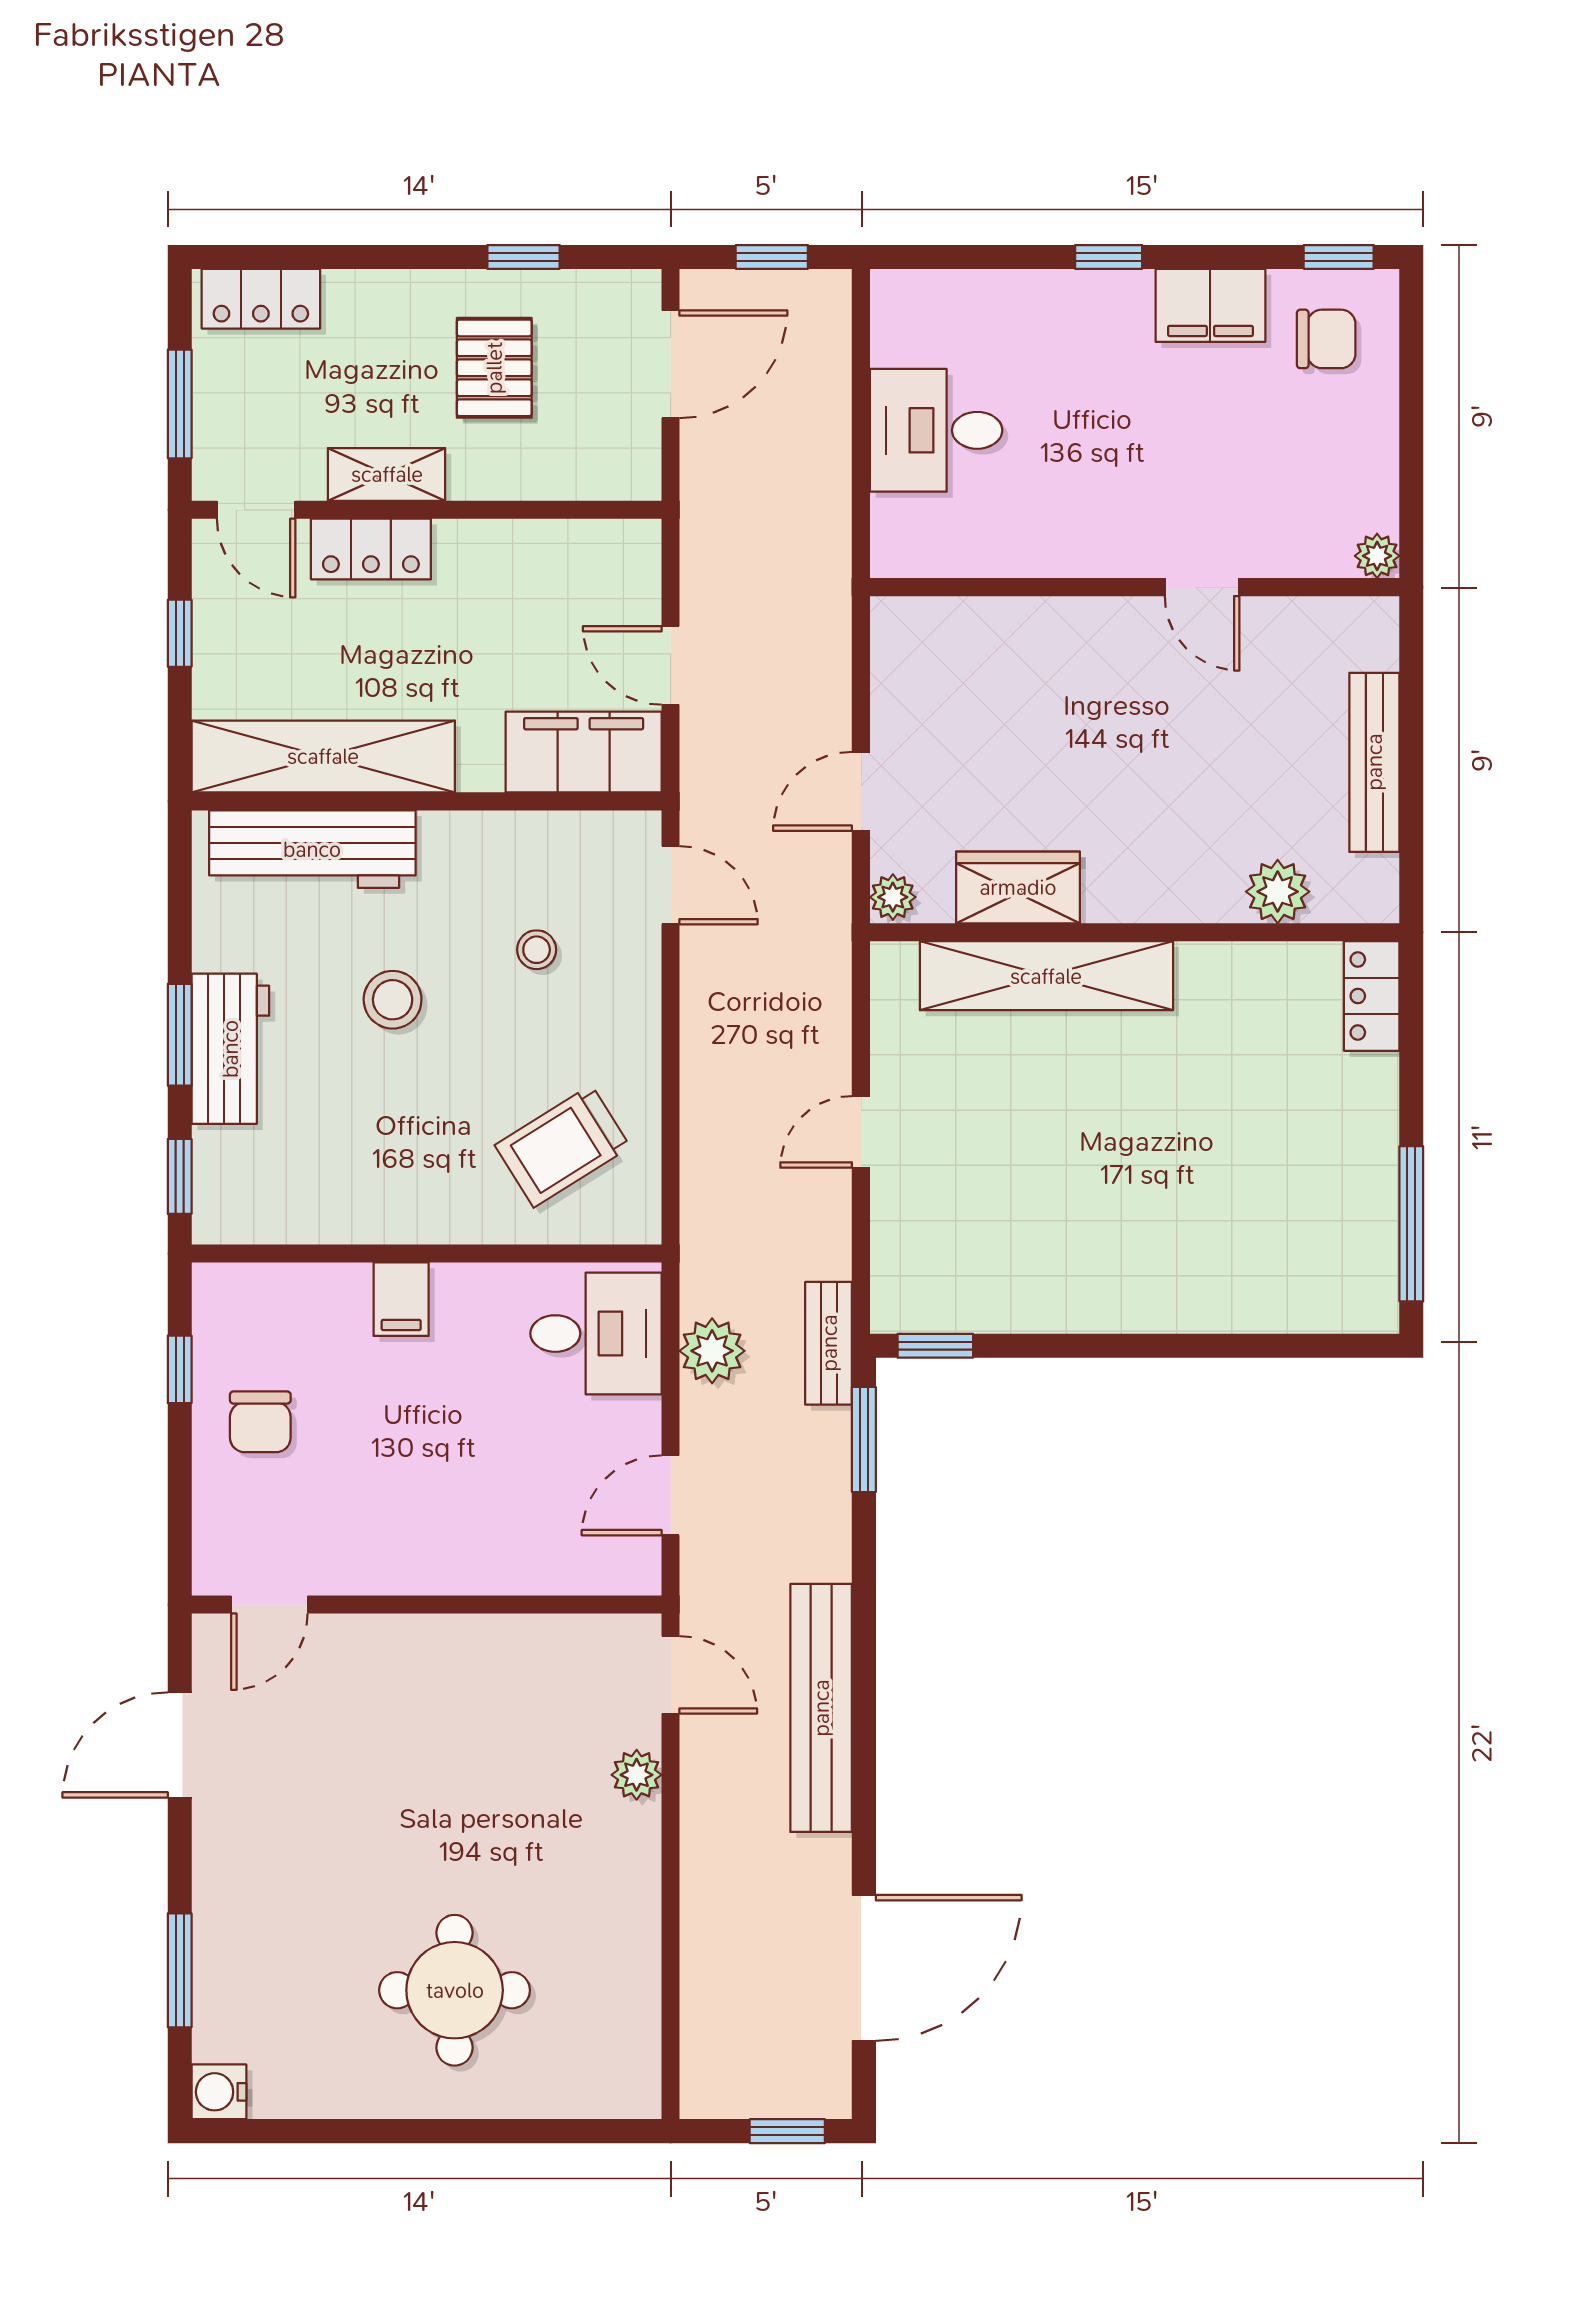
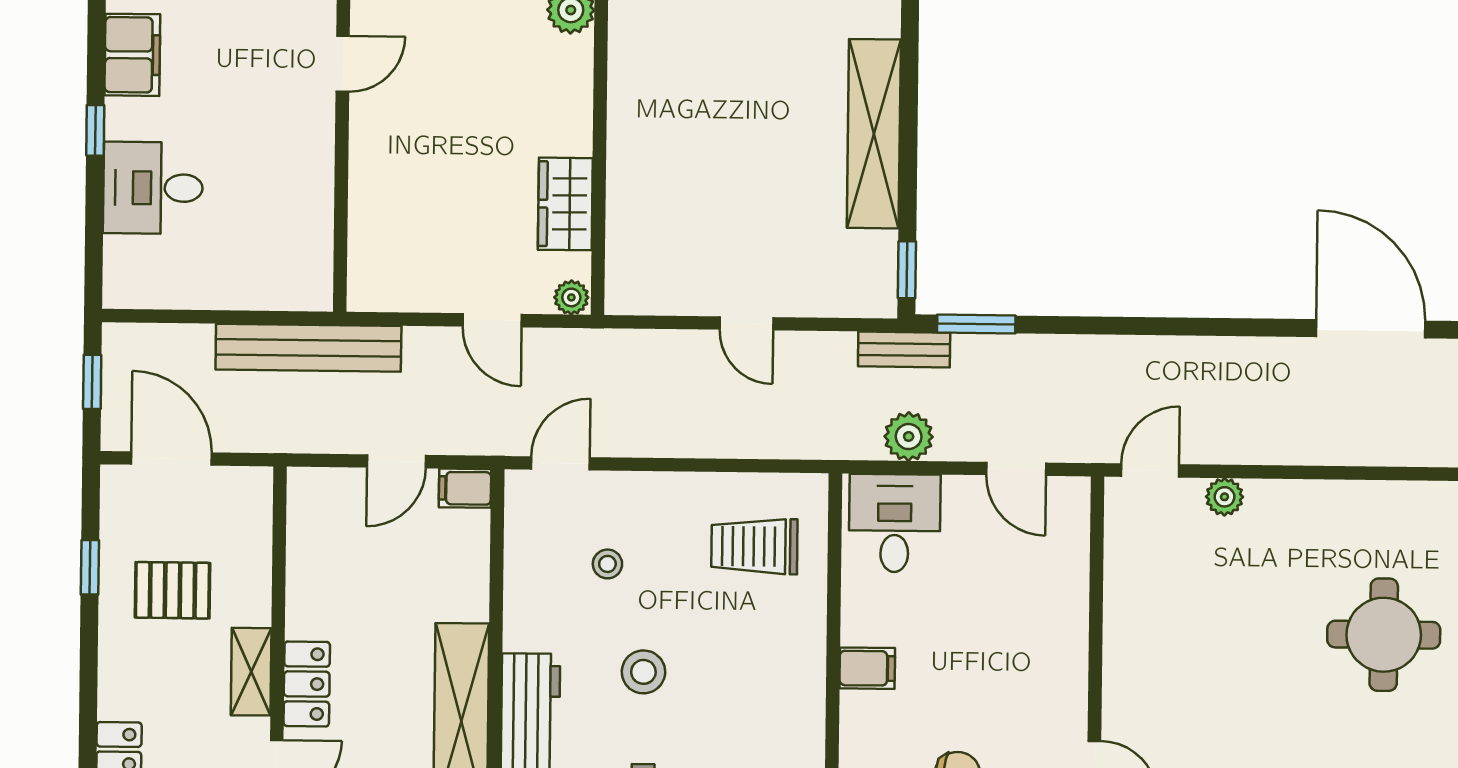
desk: (936, 430) -> (153, 188), moved, turned 90
filing cabinet: (584, 752) -> (465, 488), width x0.33, depth x0.86
shelving: (1046, 976) -> (874, 134), moved
trolley: (563, 1146) -> (754, 546), turned 122
bench: (821, 1708) -> (308, 348), moved

